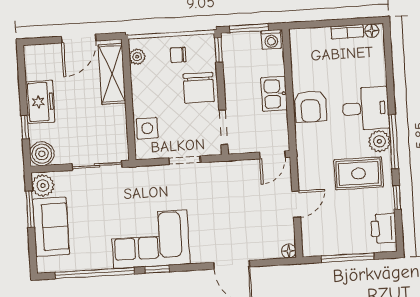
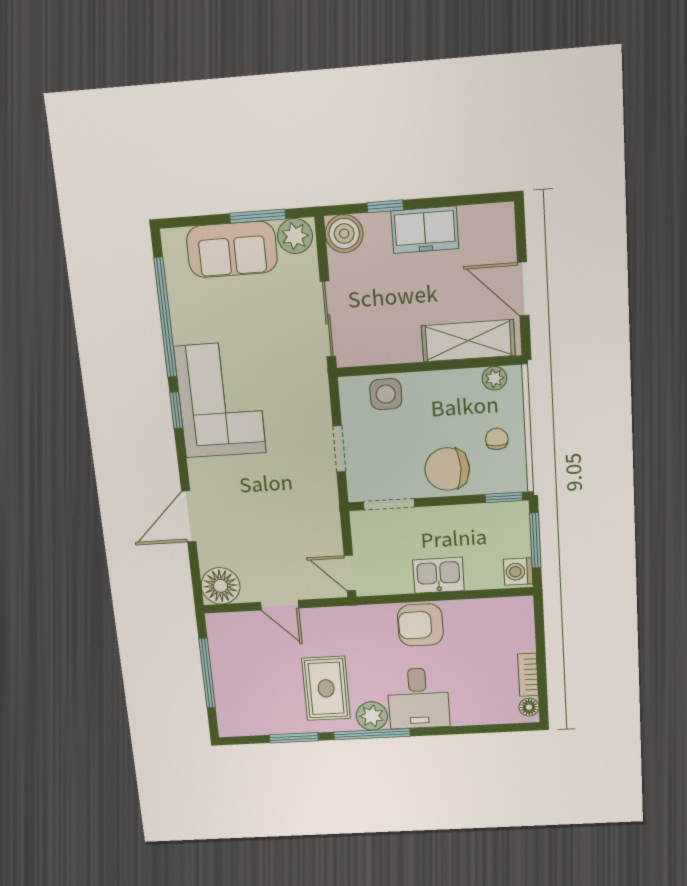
window: (397, 198) -> (294, 738), width x1.50
printer: (384, 228) -> (250, 720), removed
floor lamp: (289, 251) -> (221, 586), width x1.89, depth x1.89

